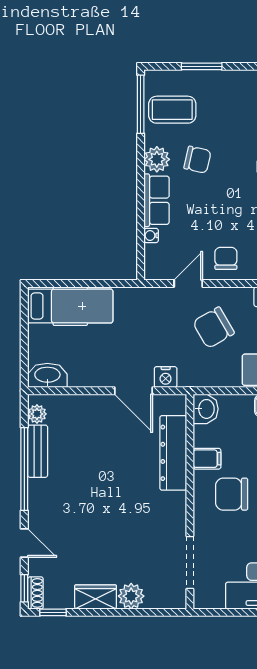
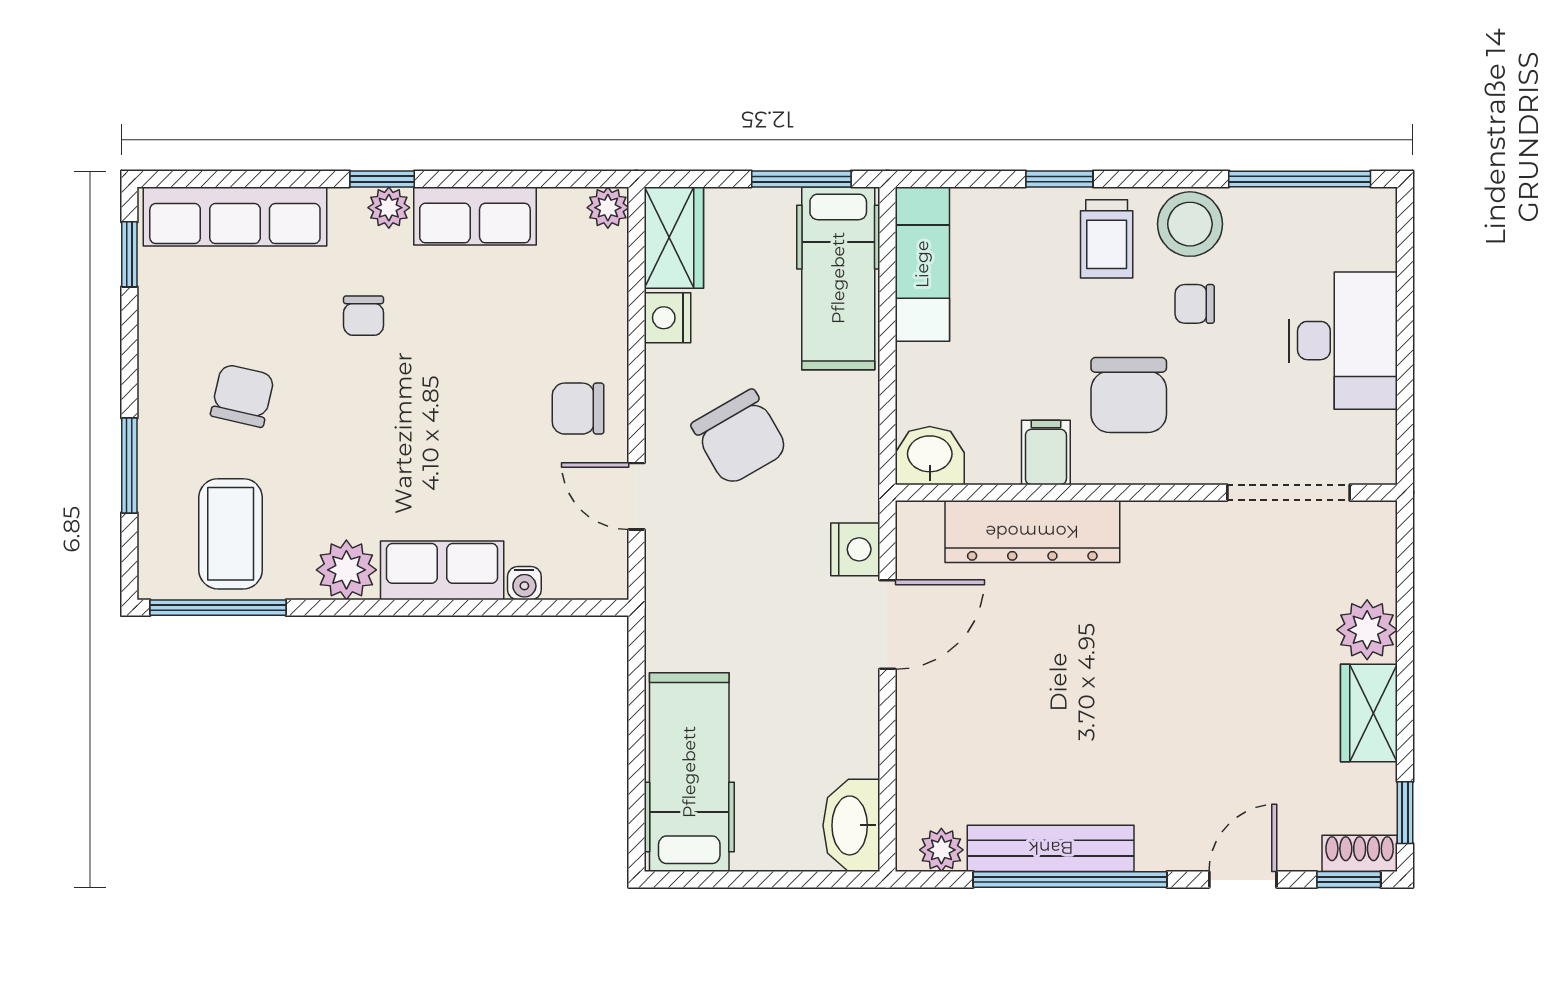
chair: (197, 160) -> (242, 396), moved
bench: (38, 451) -> (1051, 848), width x1.36

